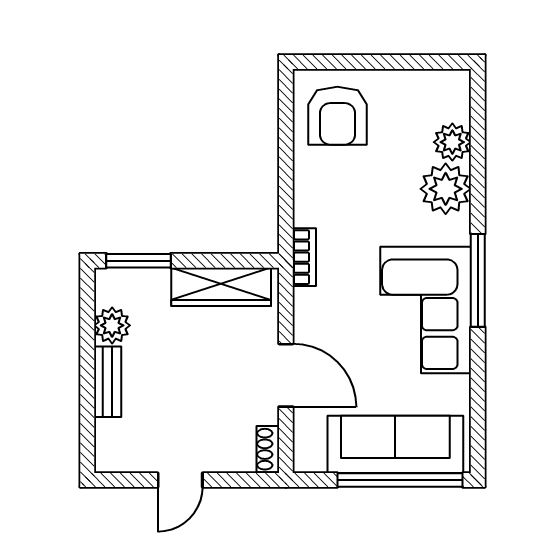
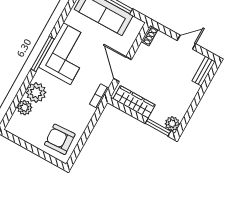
armchair: (337, 116) -> (60, 139), turned -93
plant: (112, 325) -> (172, 124), moved
door: (286, 375) -> (123, 69), moved
bench: (108, 382) -> (204, 71), moved

